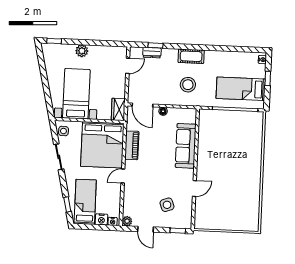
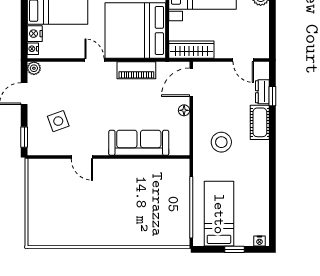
cot: (191, 56) -> (260, 122), moved
wardrobe: (118, 109) -> (191, 50), width x1.50

